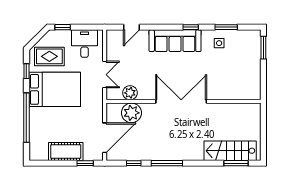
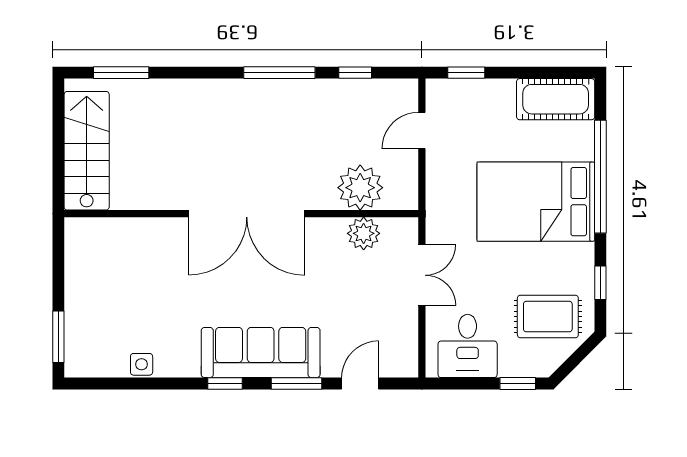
window: (226, 27) -> (296, 383), moved
side table: (219, 43) -> (142, 364), moved
double door: (105, 75) -> (422, 275), swing flipped
bed: (55, 89) -> (536, 202), moved
door: (105, 138) -> (422, 131), width x0.53
cot: (66, 151) -> (556, 99), moved
stairs: (230, 151) -> (87, 151), moved, turned -90

